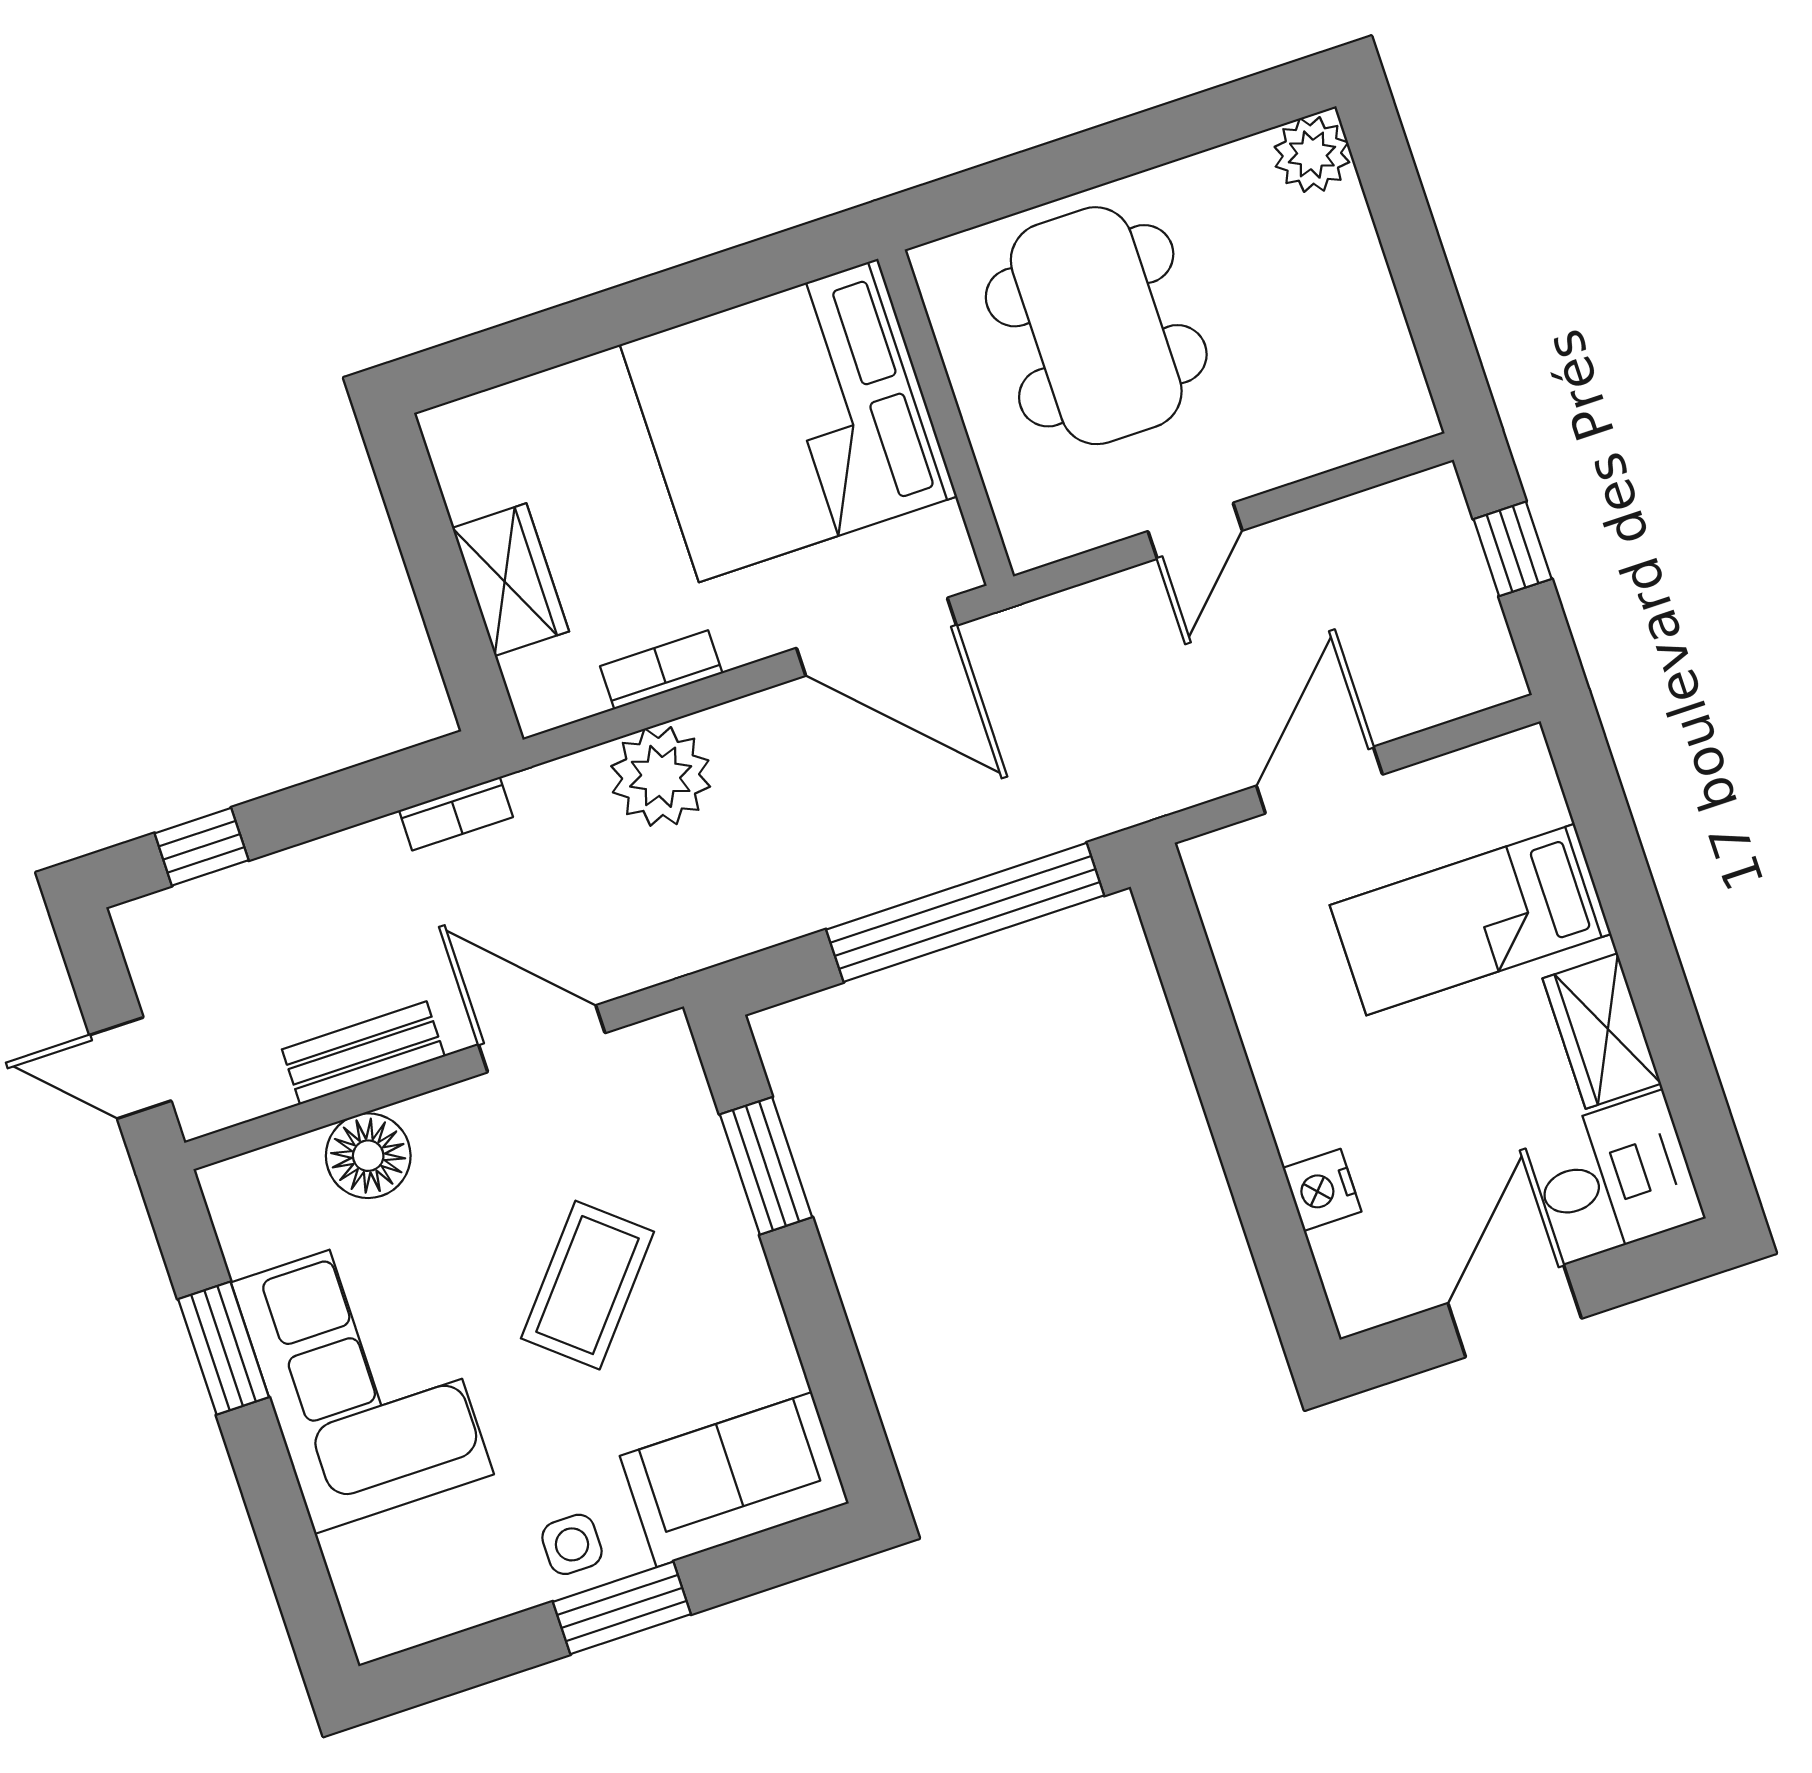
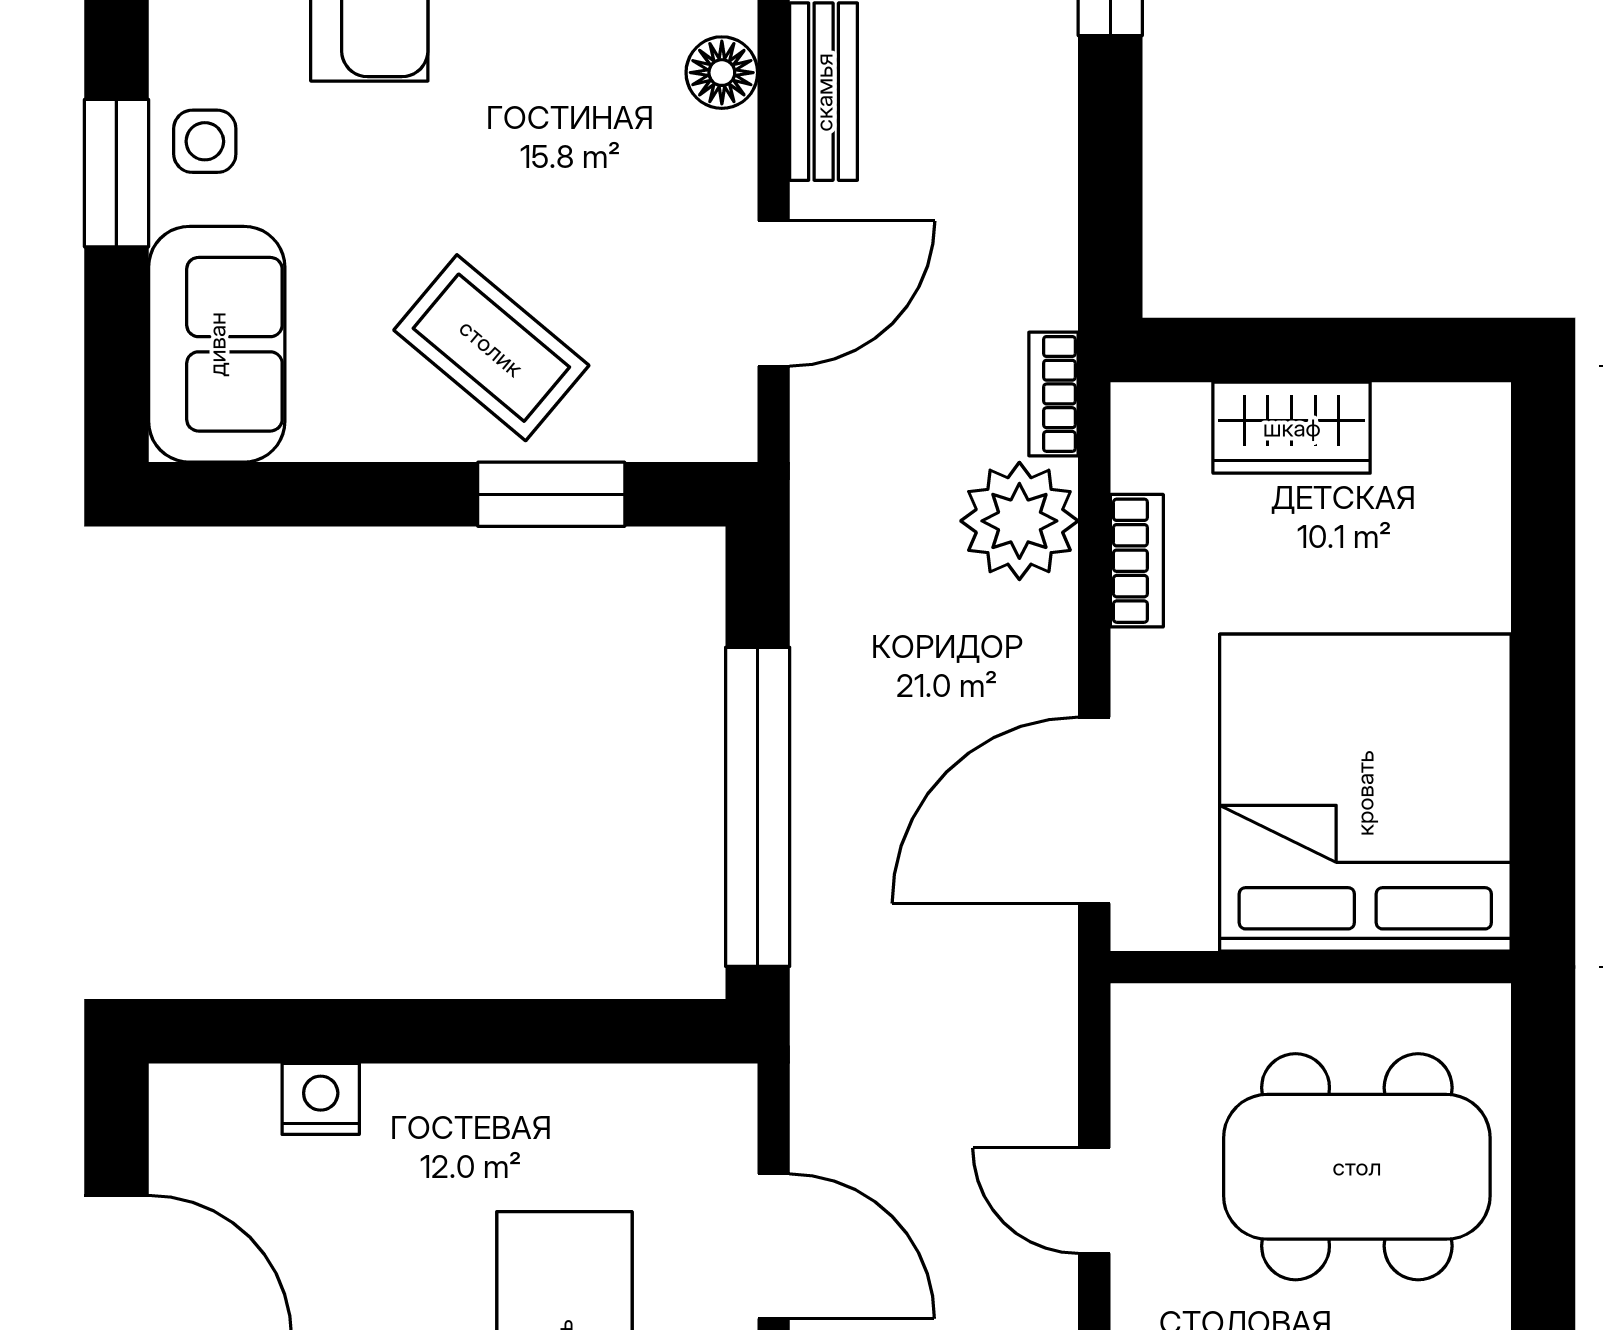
bookcase: (456, 814) -> (1054, 394), moved
floor lamp: (368, 1156) -> (722, 73), width x0.73, depth x0.73
coffee table: (588, 1285) -> (491, 348), moved

